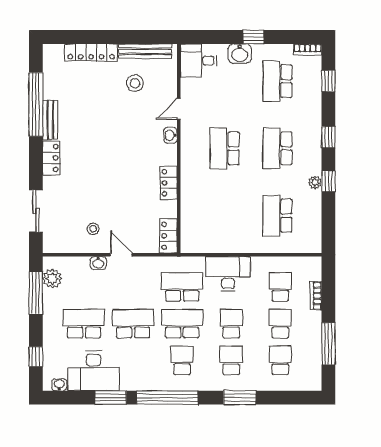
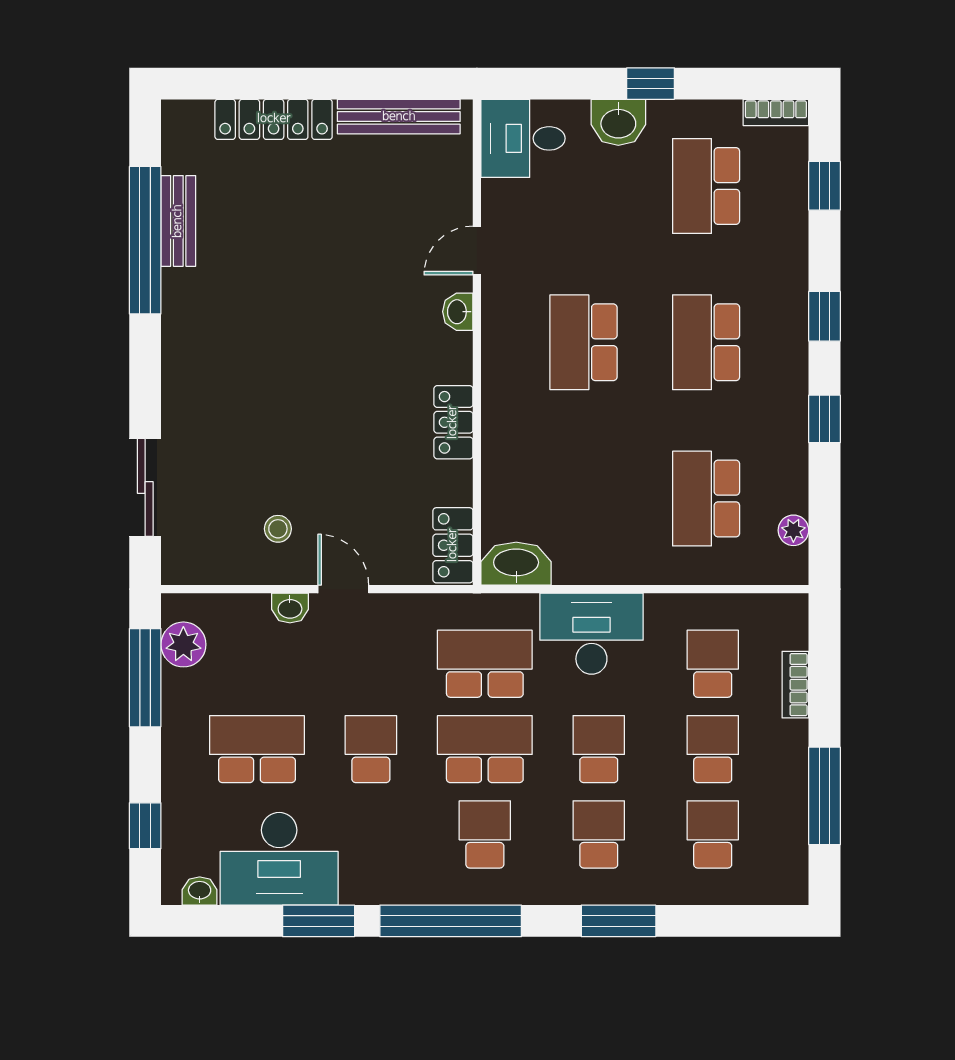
stool: (135, 83) -> (375, 191), removed
bench: (50, 120) -> (178, 221), moved
locker: (51, 158) -> (181, 364), removed
plant: (315, 183) -> (793, 530), moved
washbasin: (196, 244) -> (516, 564), added
school desk: (133, 324) -> (371, 749), width x0.54

